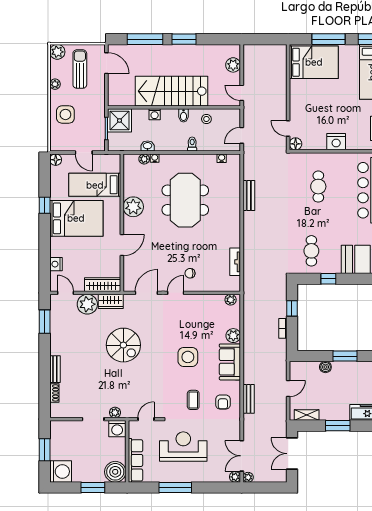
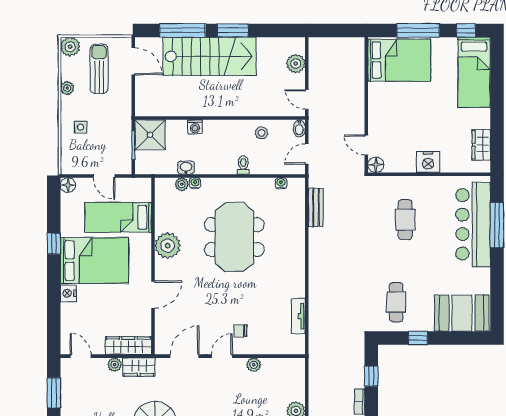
stairs: (171, 91) -> (210, 56), moved, turned 180
side table: (65, 114) -> (81, 127), width x0.54, depth x0.54
bidet: (183, 115) -> (299, 128), moved
bench: (249, 196) -> (316, 207), moved
nightstand: (56, 264) -> (68, 293), moved
plant: (231, 300) -> (254, 365), moved
plant: (87, 304) -> (115, 365), width x0.53, depth x0.53

